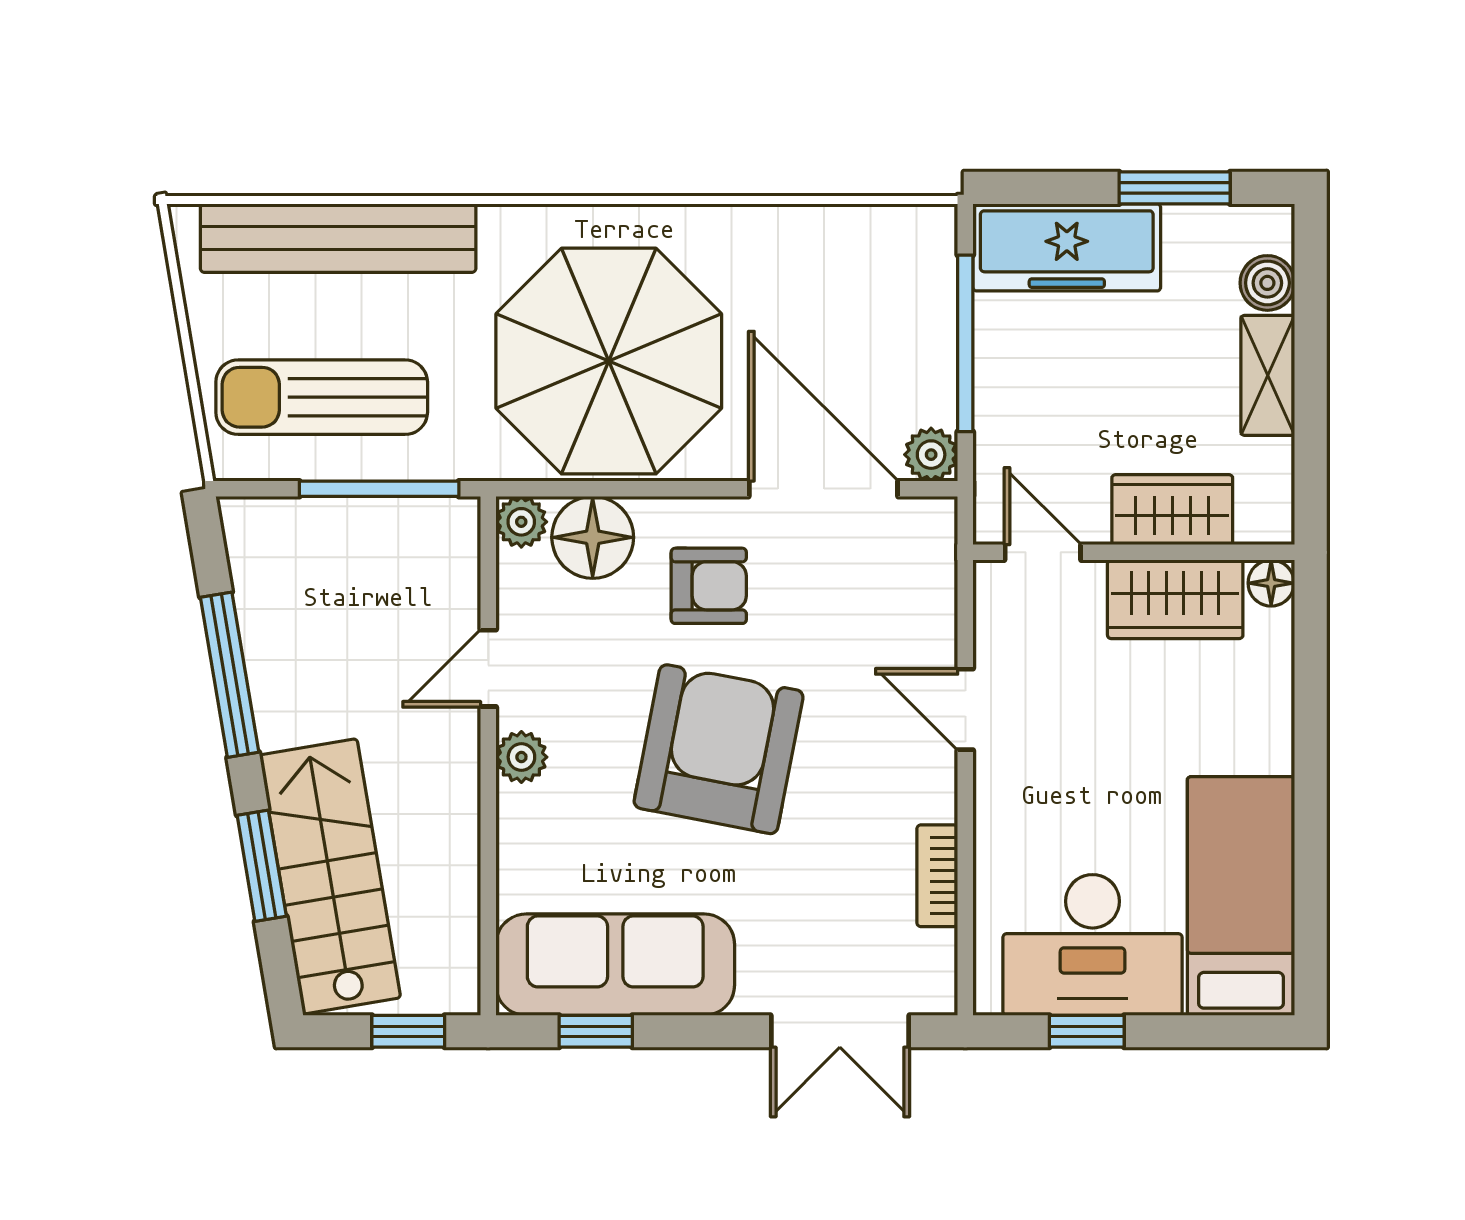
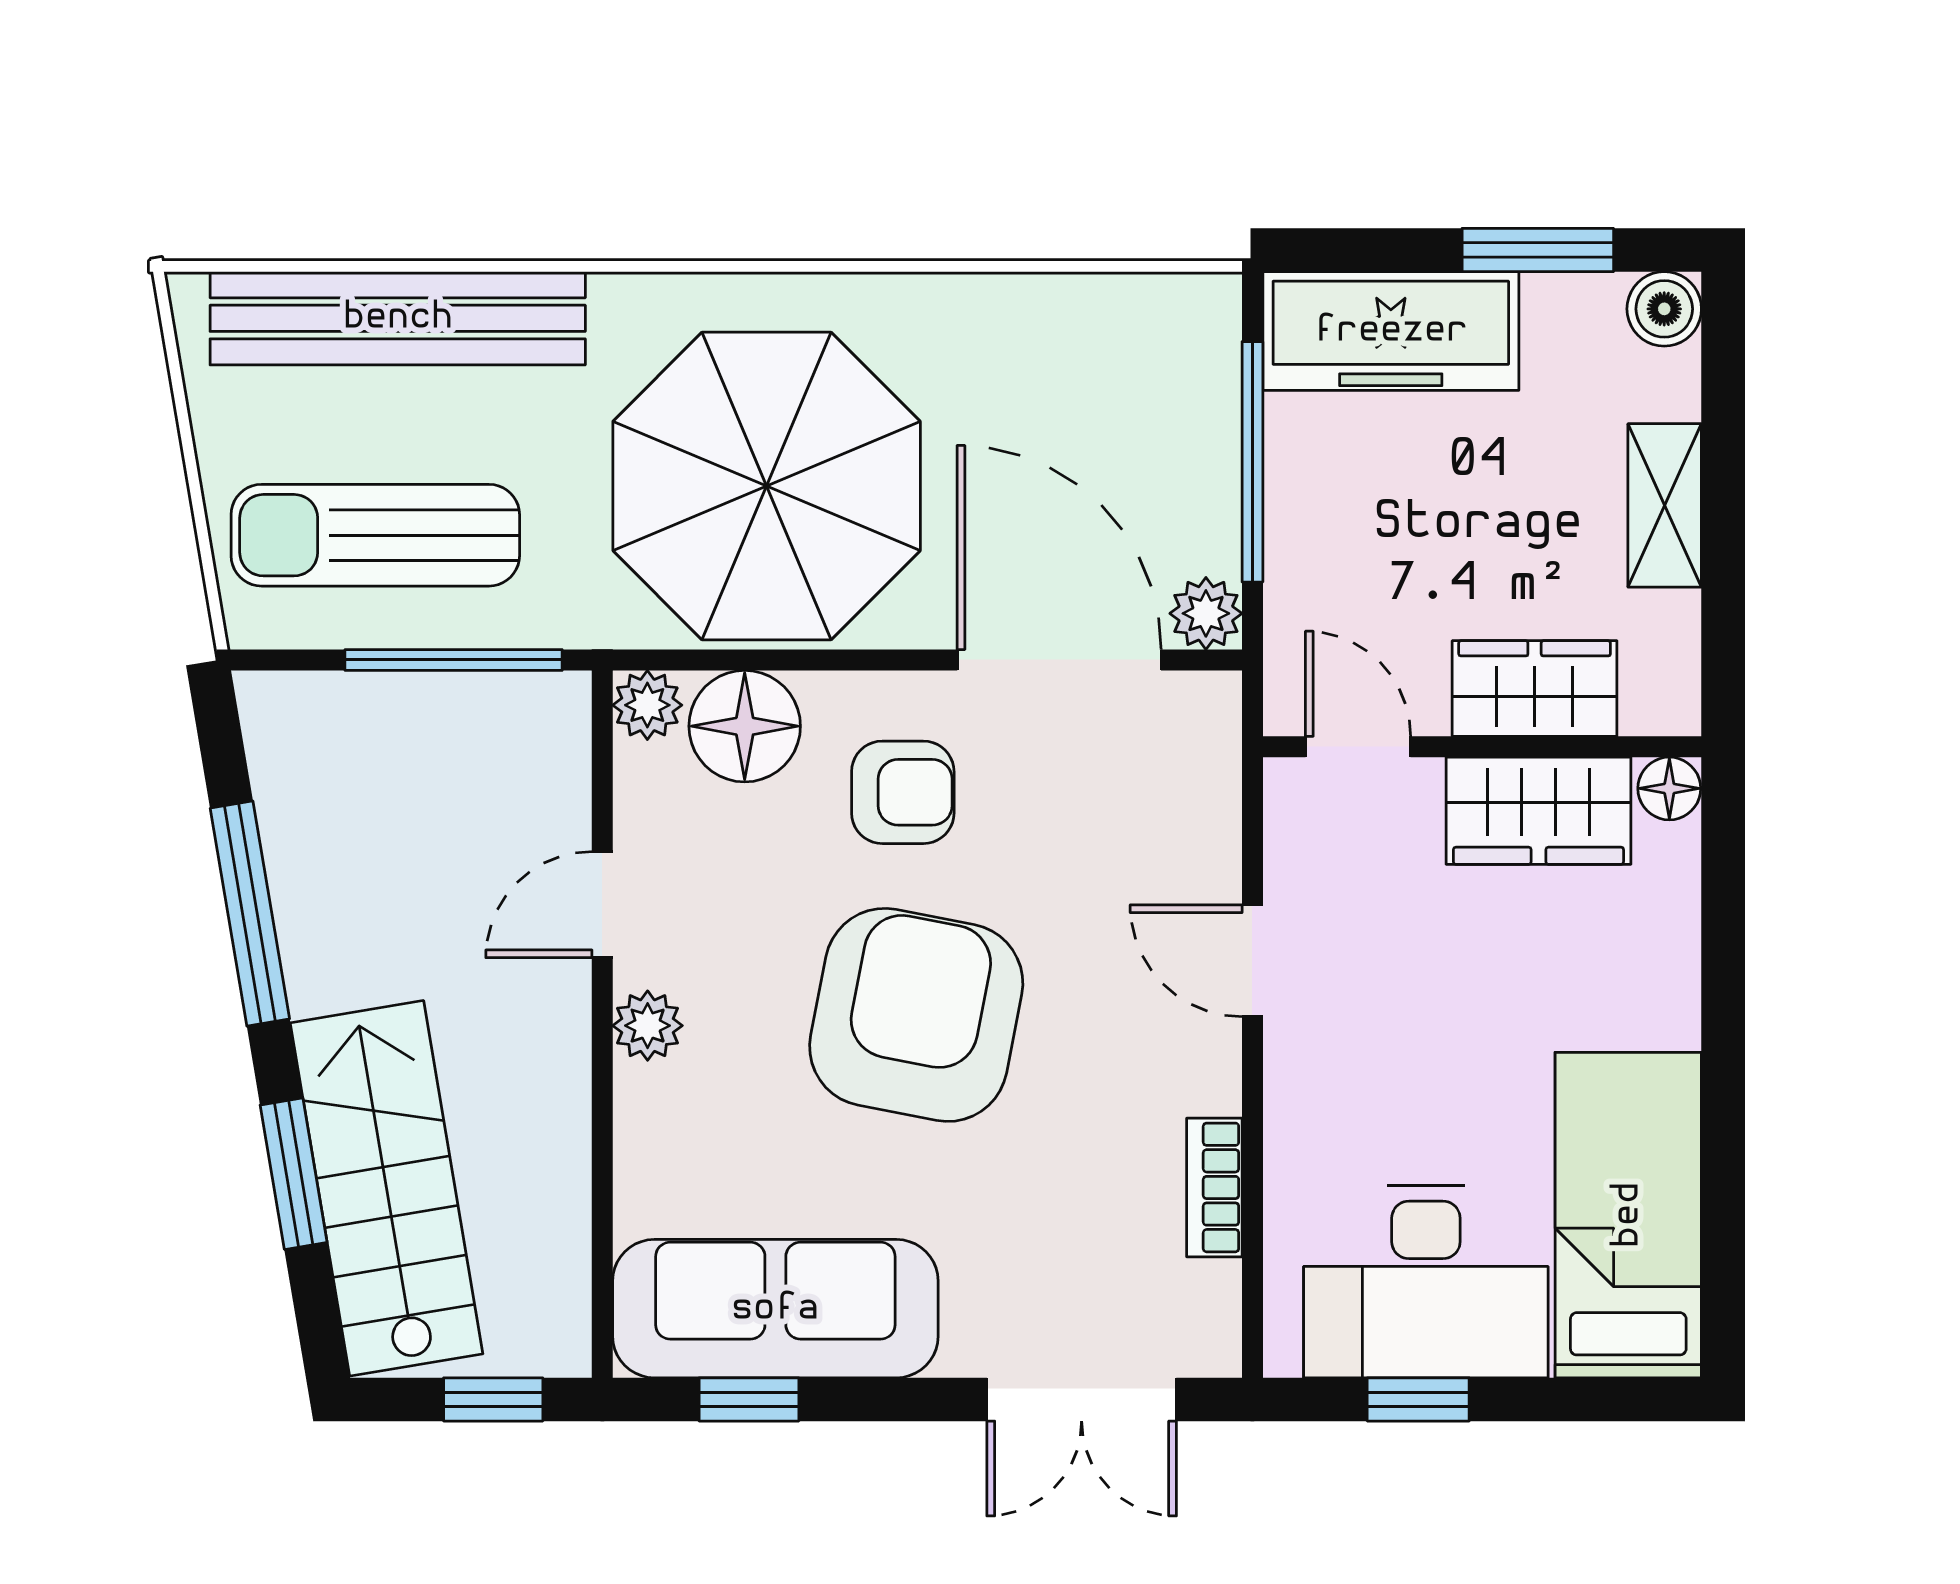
boiler: (1267, 283) -> (1664, 309), moved

